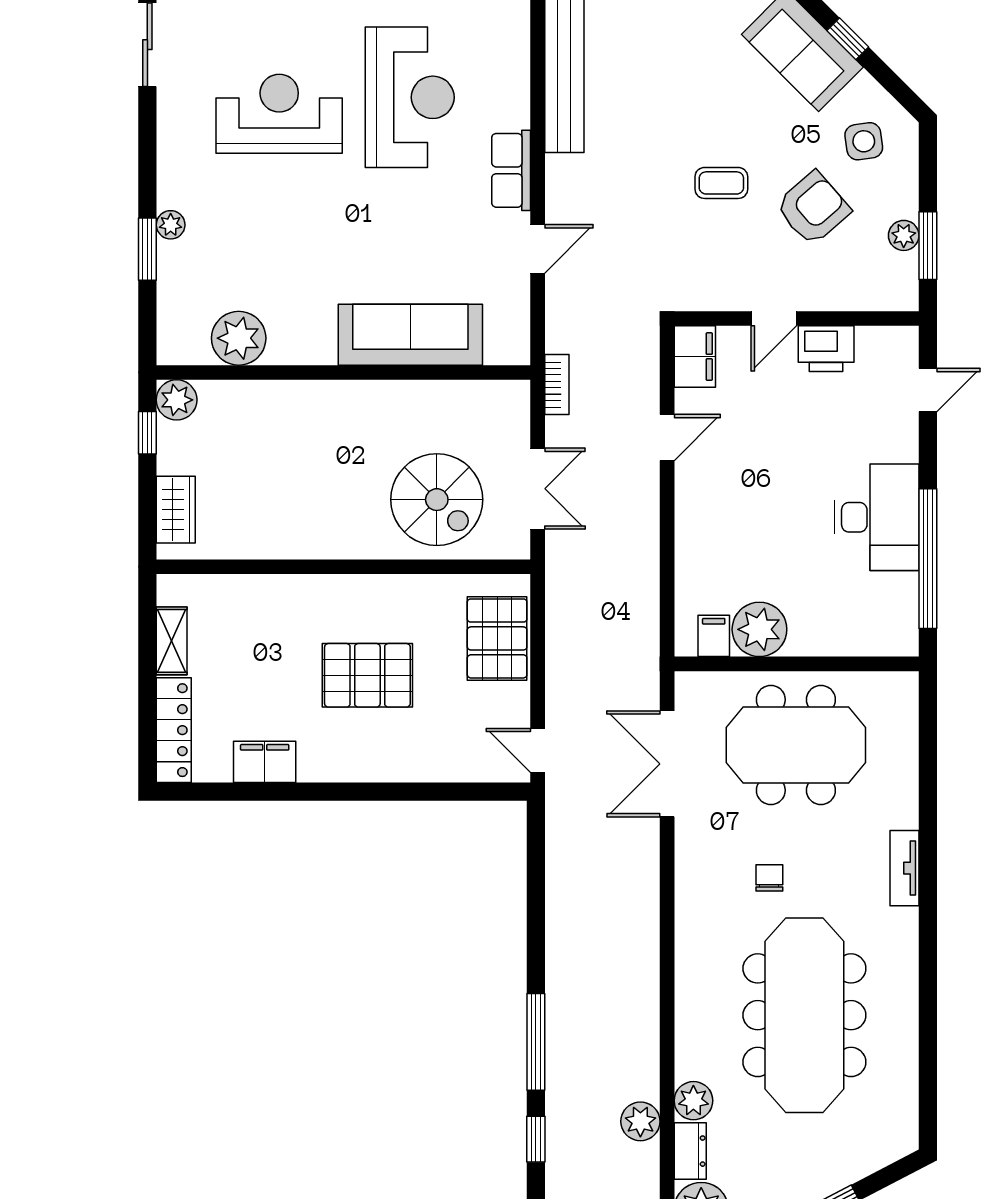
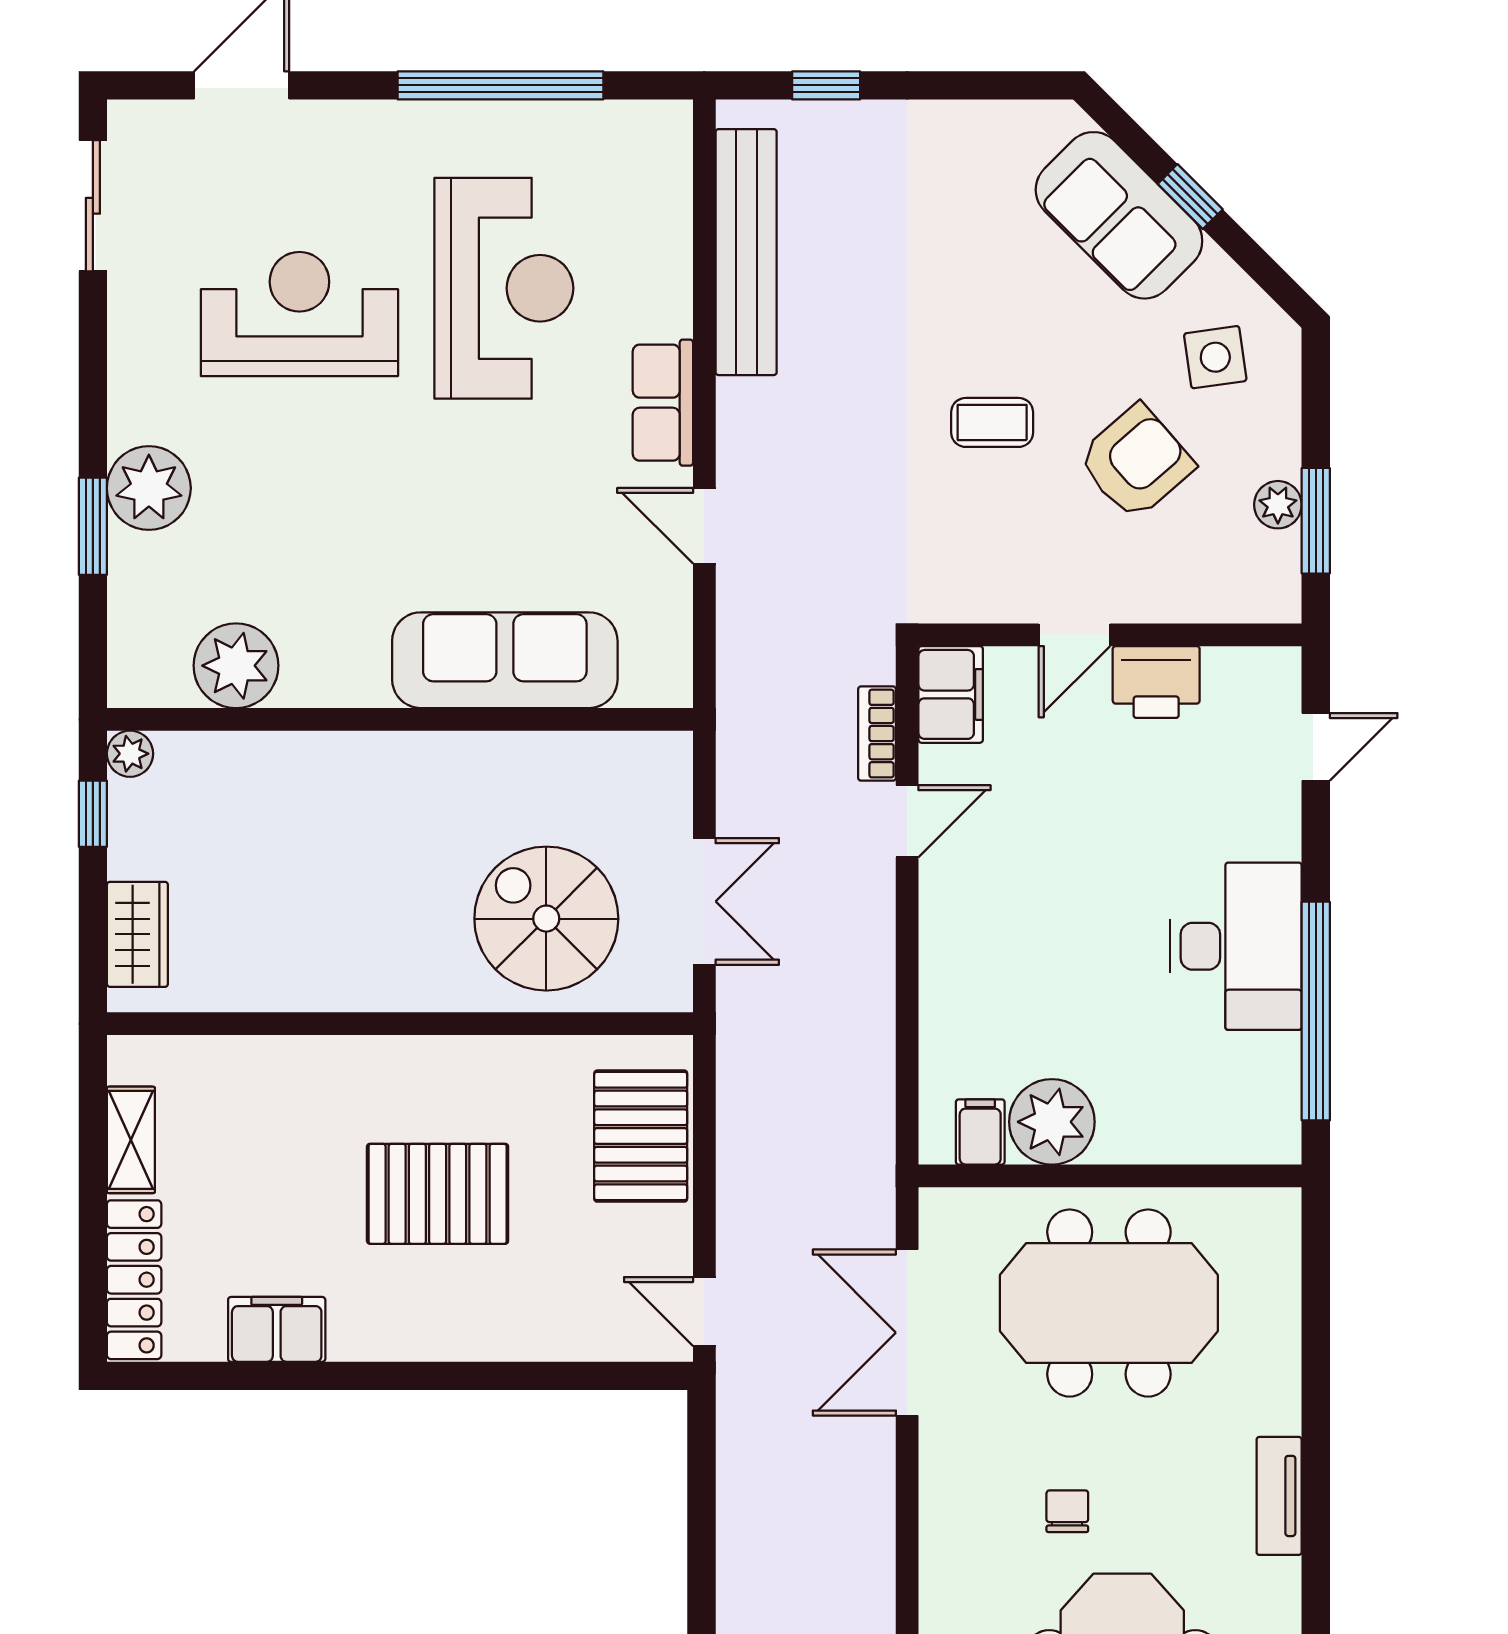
plant: (171, 225) -> (149, 488), width x1.87, depth x1.87
door: (538, 249) -> (704, 526), swing flipped
bookcase: (557, 385) -> (877, 734), moved, turned 180
plant: (177, 400) -> (130, 754), width x0.73, depth x0.73
spiral stairs: (437, 500) -> (546, 919), turned 180

